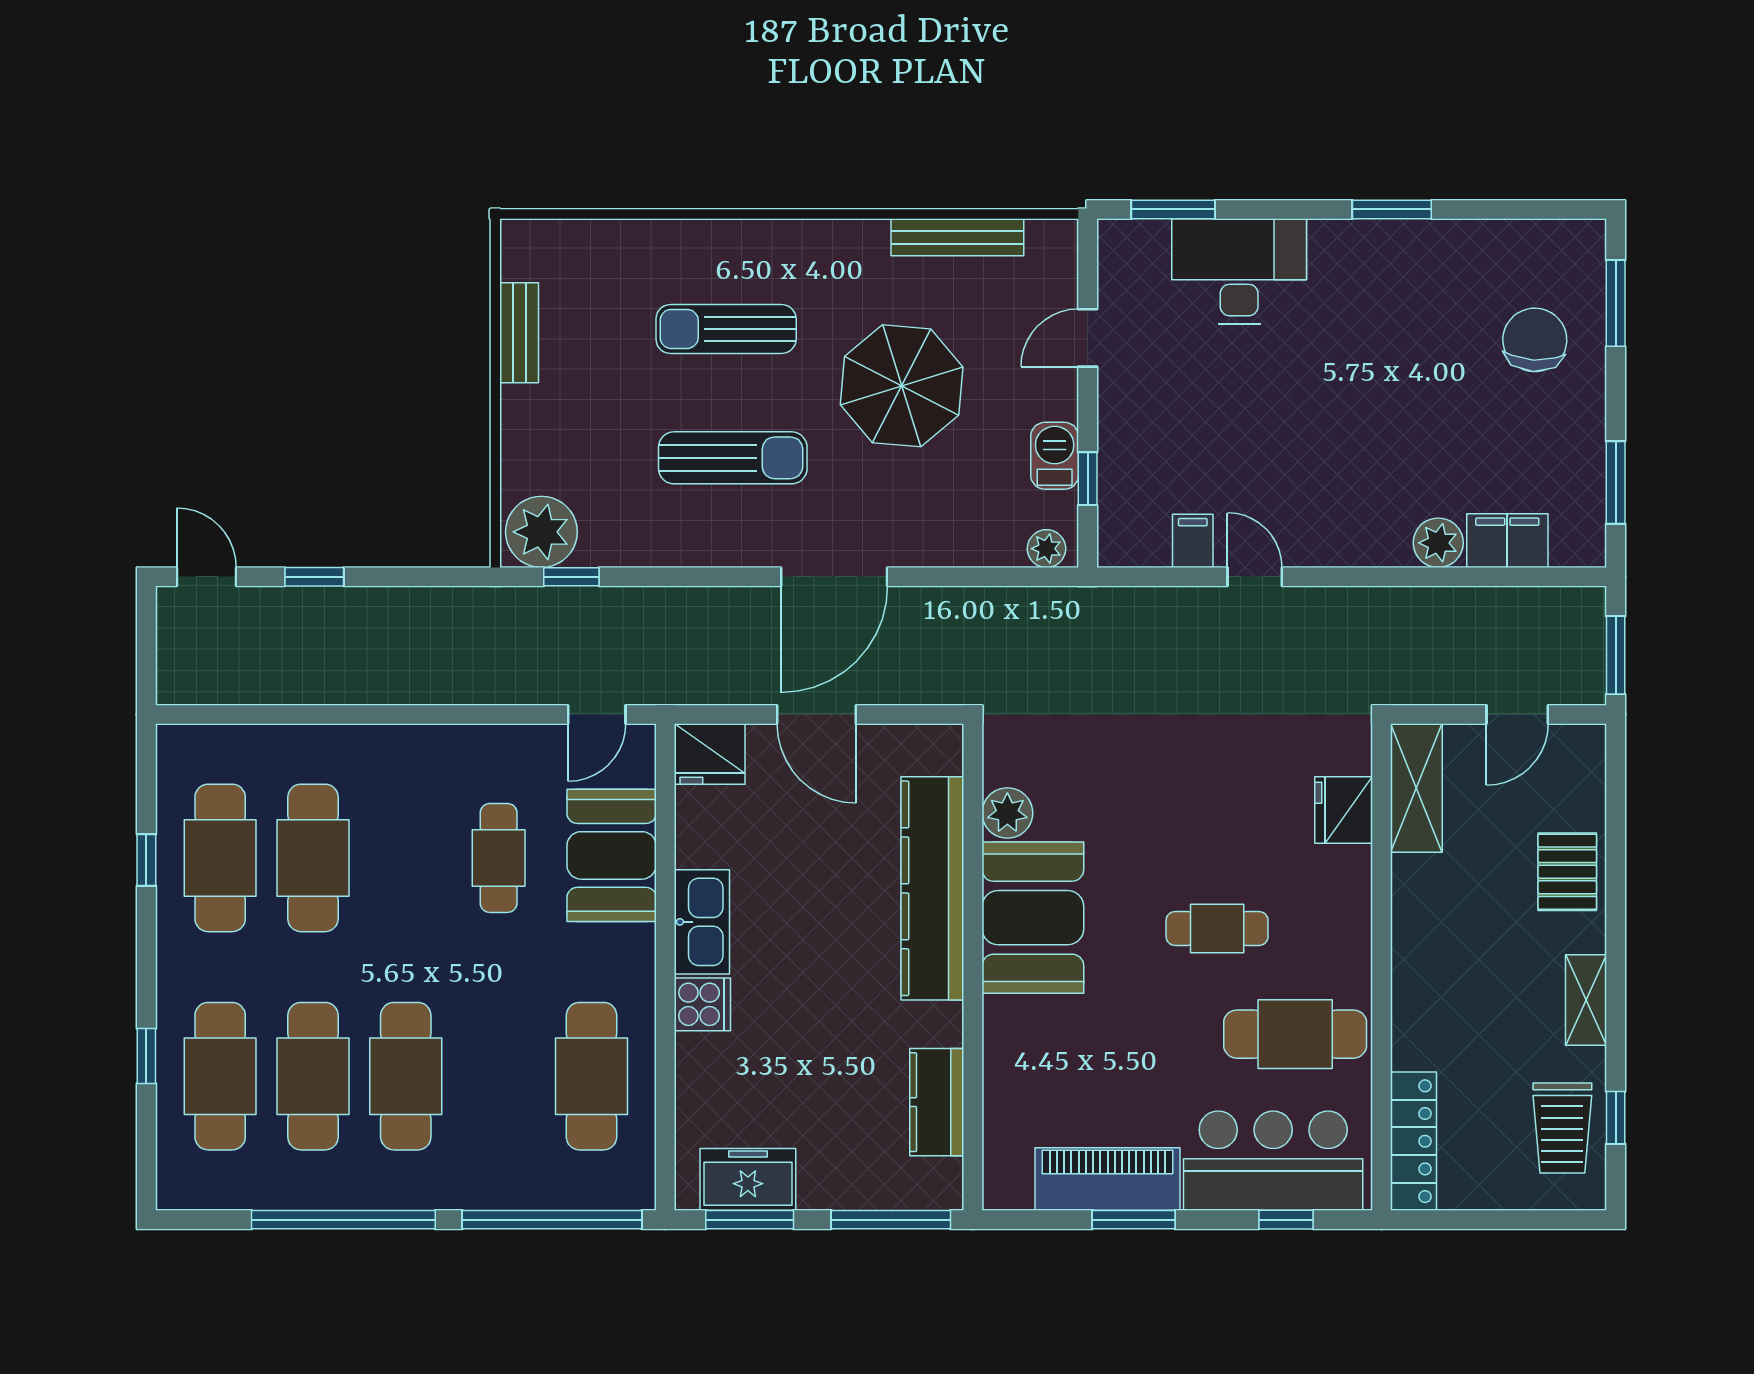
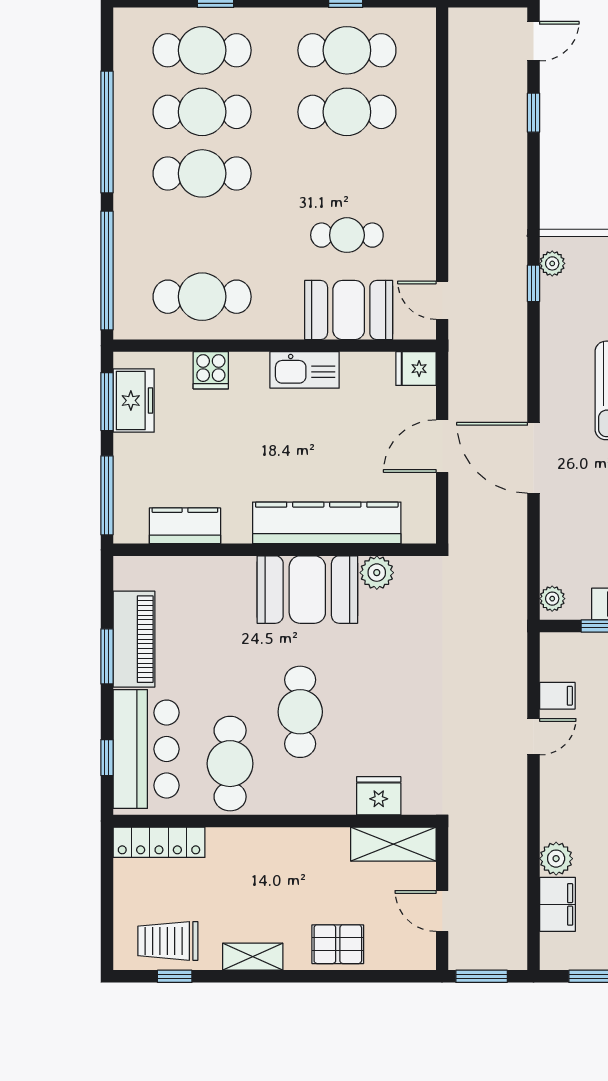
plant: (541, 532) -> (552, 263), width x0.53, depth x0.53
fridge: (710, 754) -> (416, 369), width x0.72
cafe table: (1217, 928) -> (300, 712), width x1.37, depth x1.35
cooker: (702, 1004) -> (211, 370), moved

